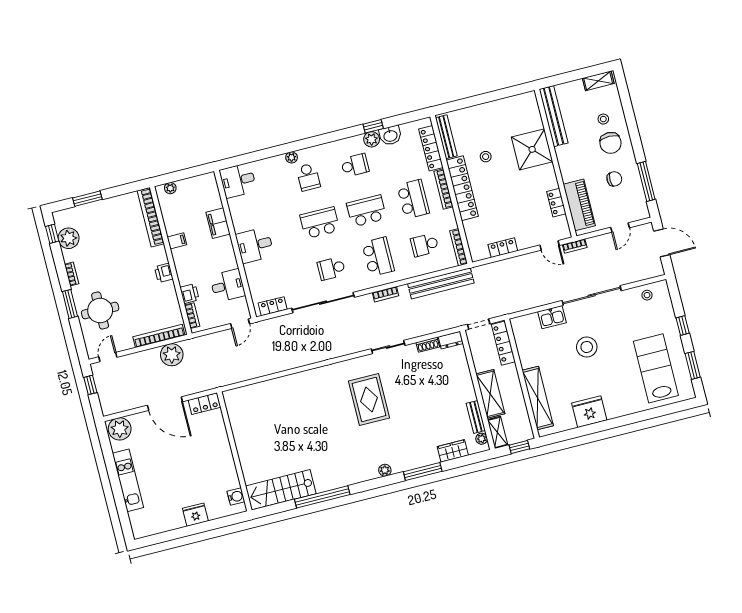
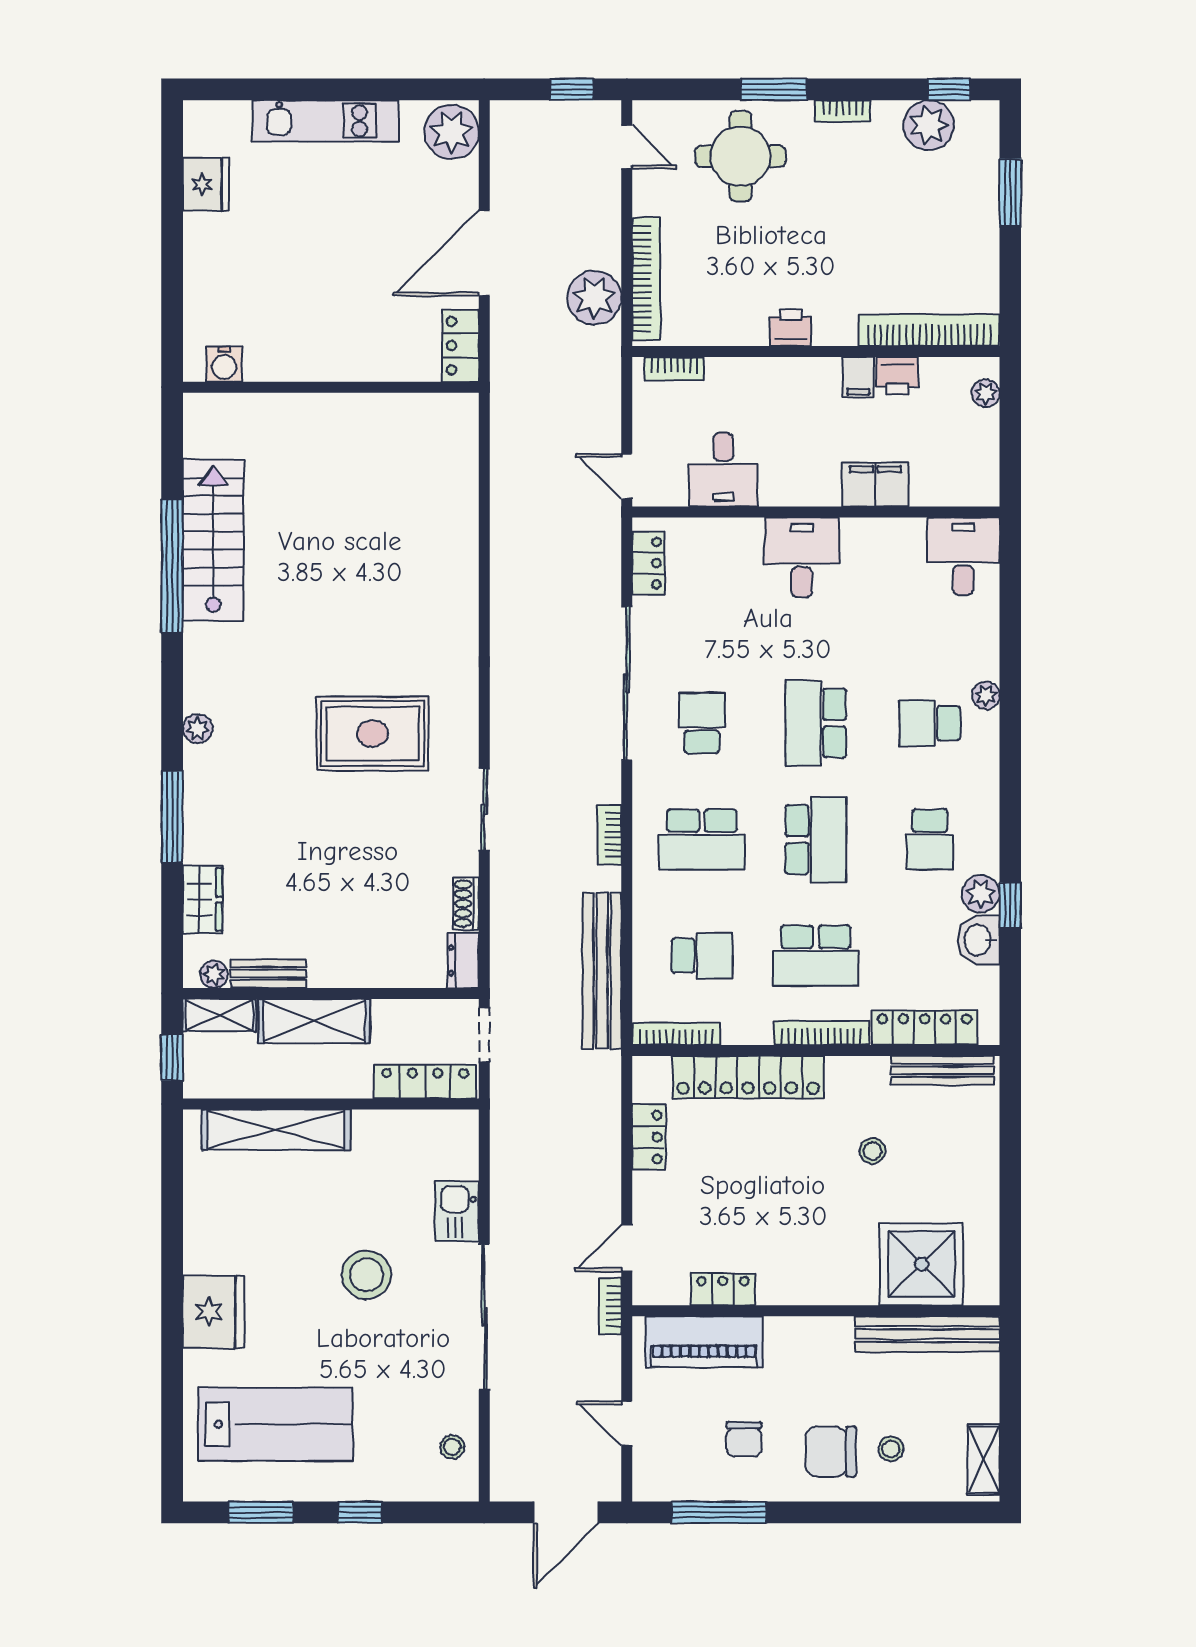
shower: (532, 149) -> (921, 1264), moved
locker: (462, 188) -> (748, 1077), moved
school desk: (320, 223) -> (816, 723), turned 180
school desk: (425, 245) -> (702, 956), turned 90
printer: (189, 294) -> (897, 376), moved
fridge: (589, 412) -> (214, 1312), moved
stairs: (281, 490) -> (213, 540), moved
fridge: (195, 515) -> (206, 184), moved

